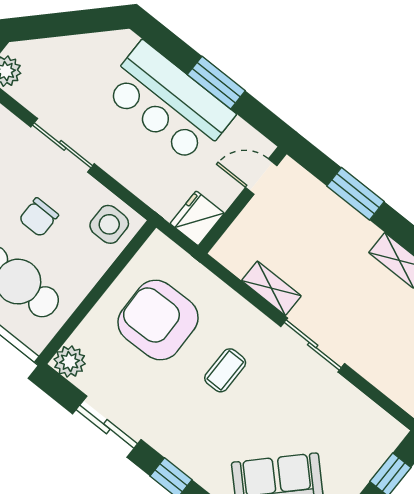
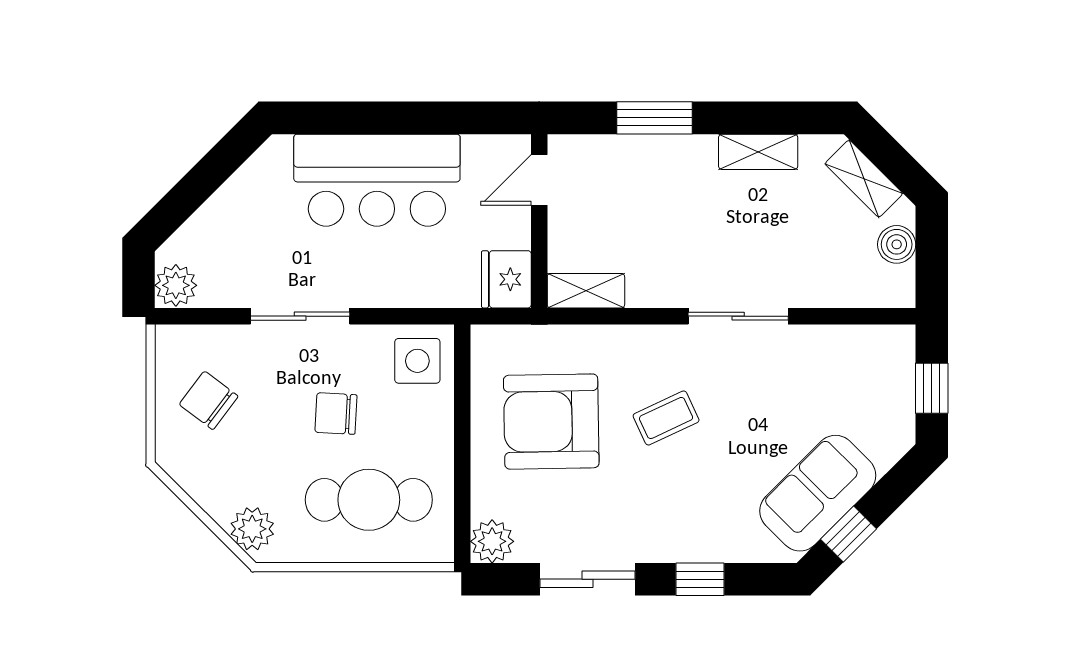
window: (216, 83) -> (411, 118), removed
chair: (39, 217) -> (336, 414), turned 93
shelving: (271, 288) -> (586, 291), moved
coffee table: (225, 370) -> (666, 418), turned 65

